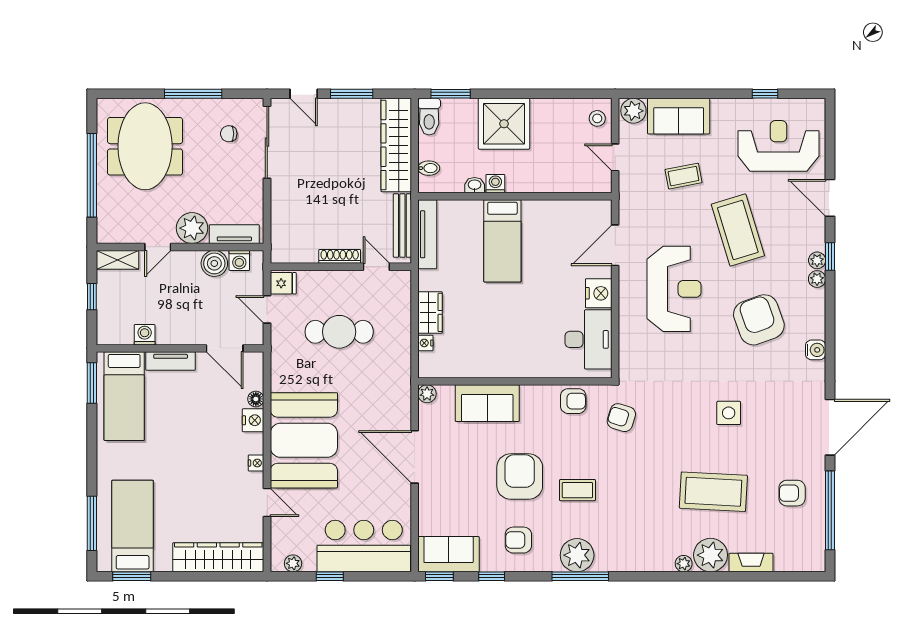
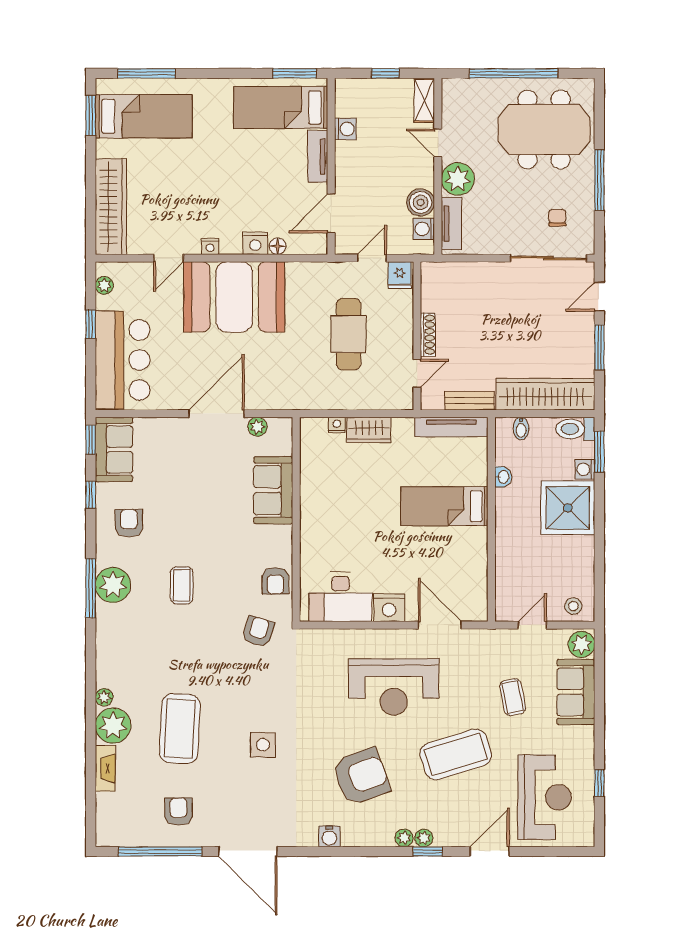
washing machine: (495, 184) -> (585, 469), moved, turned 180
bench: (402, 225) -> (470, 401), width x0.73
plant: (427, 394) -> (258, 427), moved
armchair: (520, 477) -> (196, 524), removed

